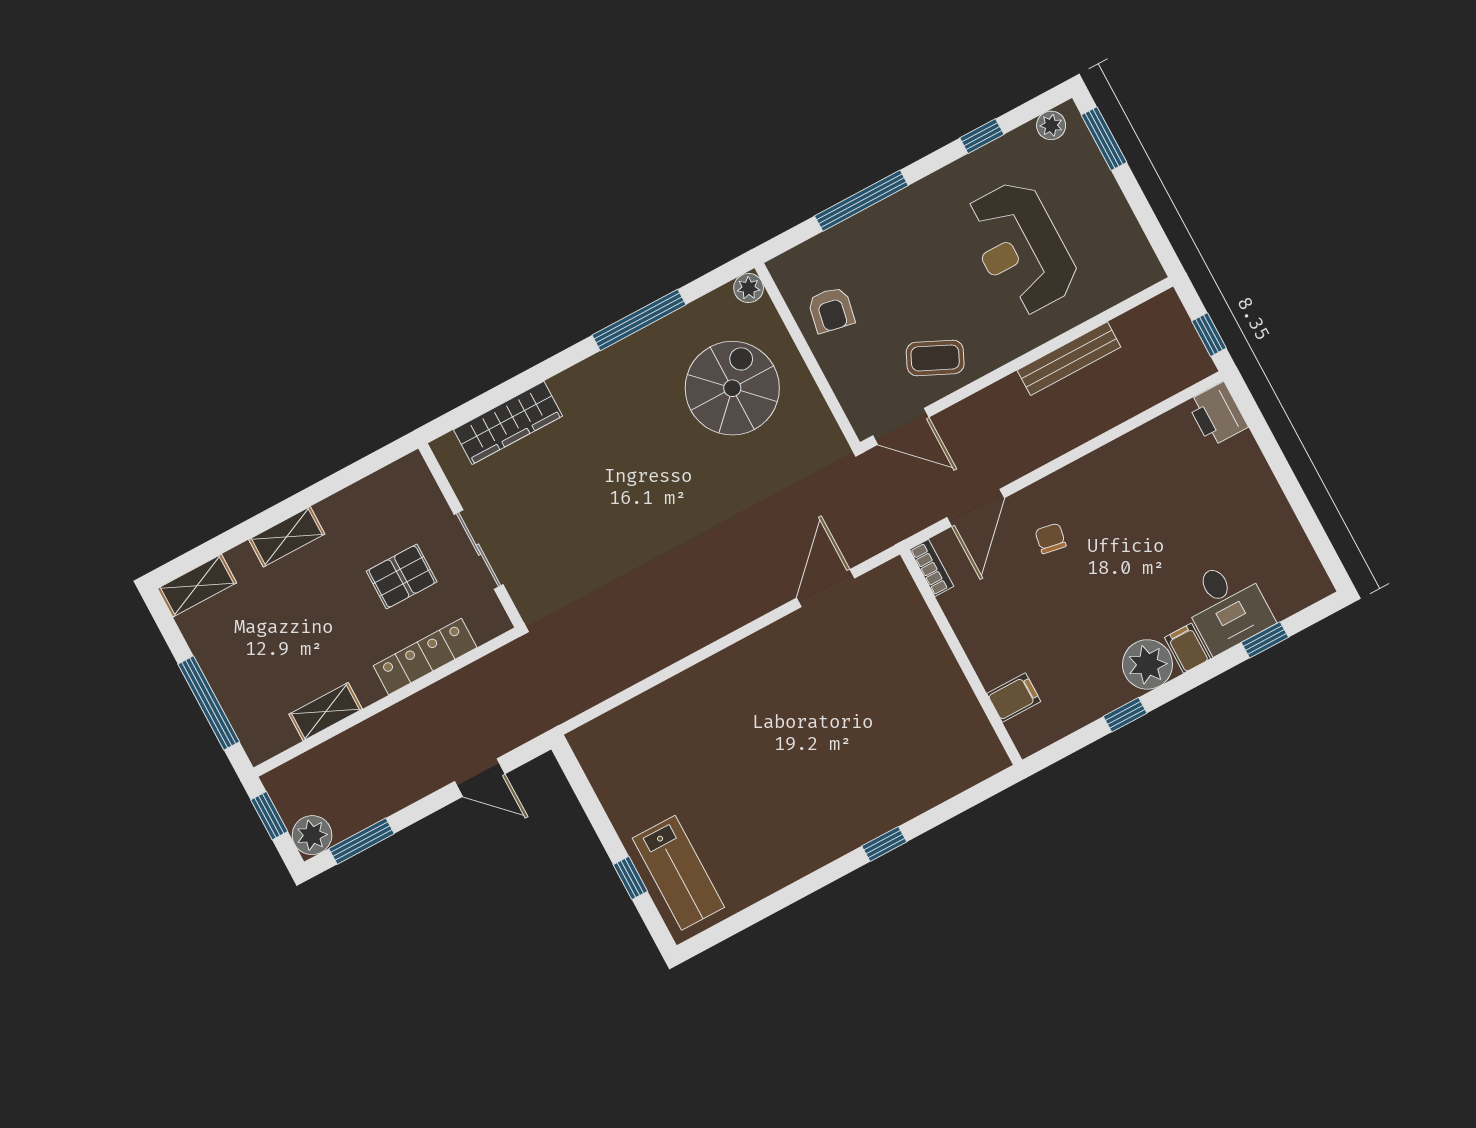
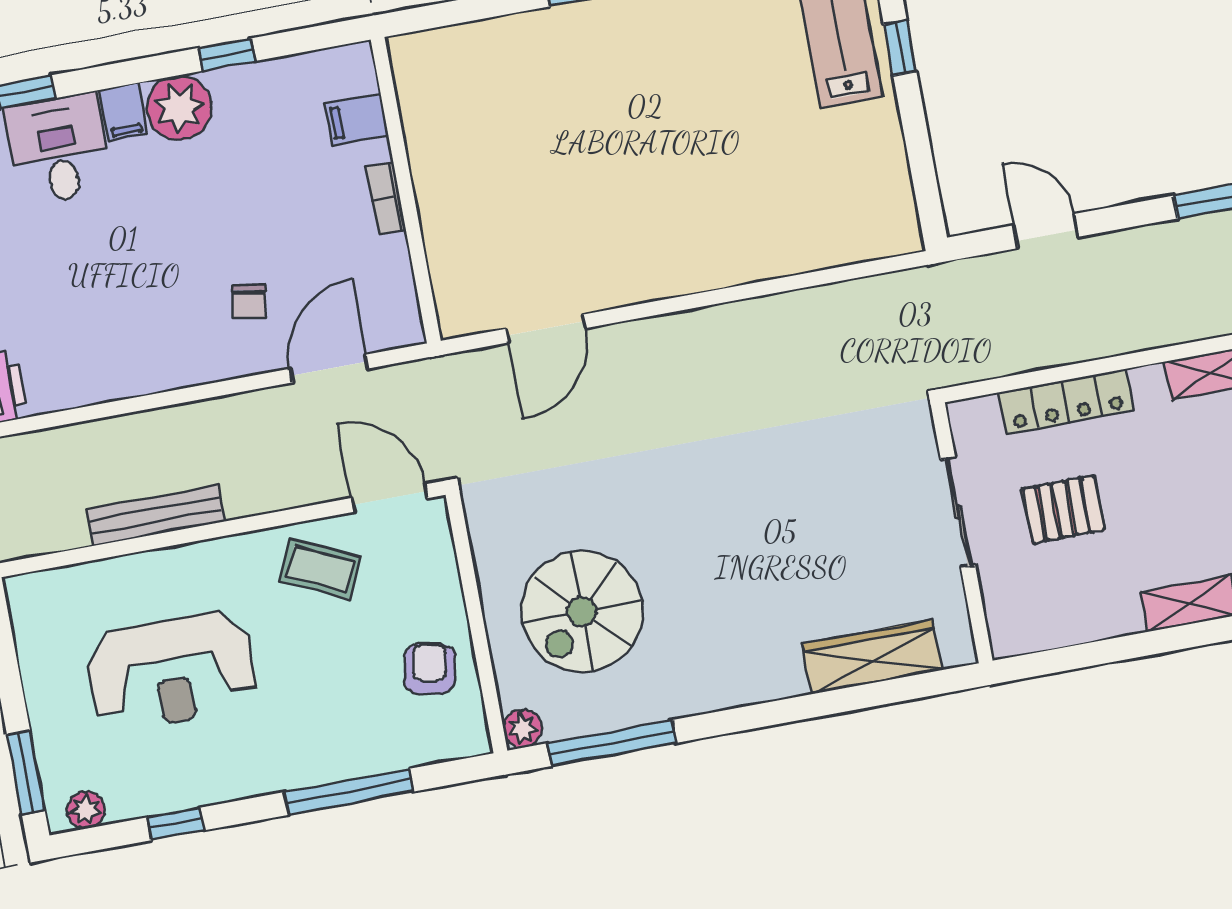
reception desk: (1021, 248) -> (172, 671), turned 90
window: (639, 320) -> (612, 743), moved
bookcase: (932, 568) -> (386, 198), moved

